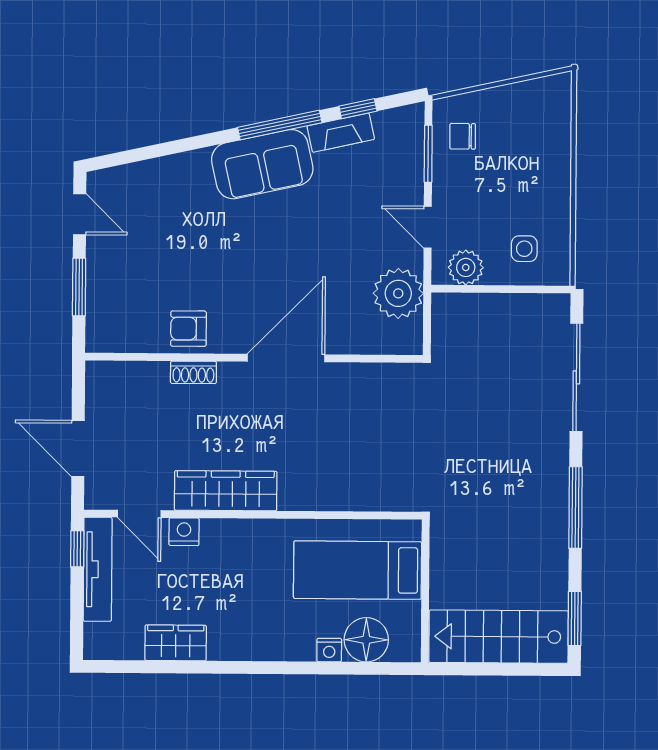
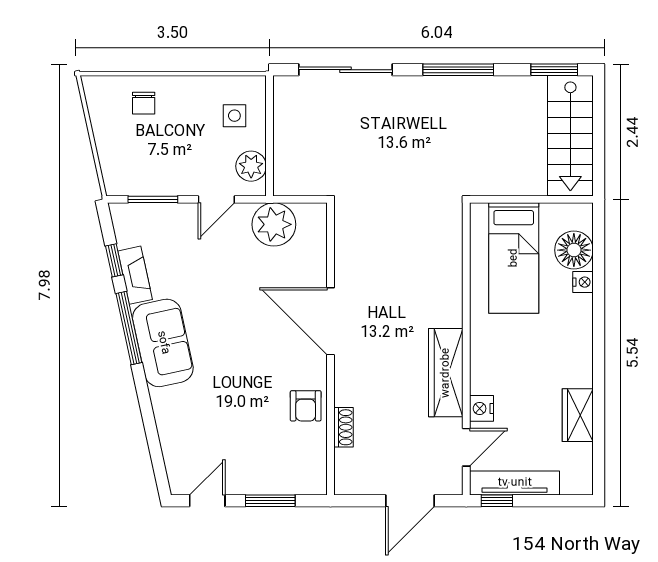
chair: (463, 136) -> (144, 103), moved
shoe rack: (193, 372) -> (343, 427), moved

